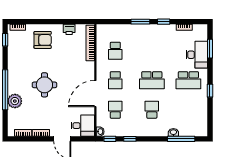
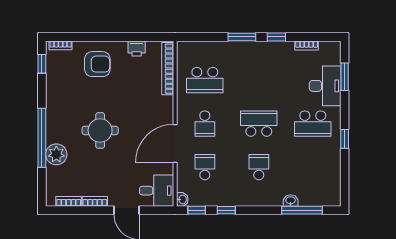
school desk: (115, 51) -> (205, 80), width x1.85
school desk: (152, 80) -> (259, 124), turned 180

